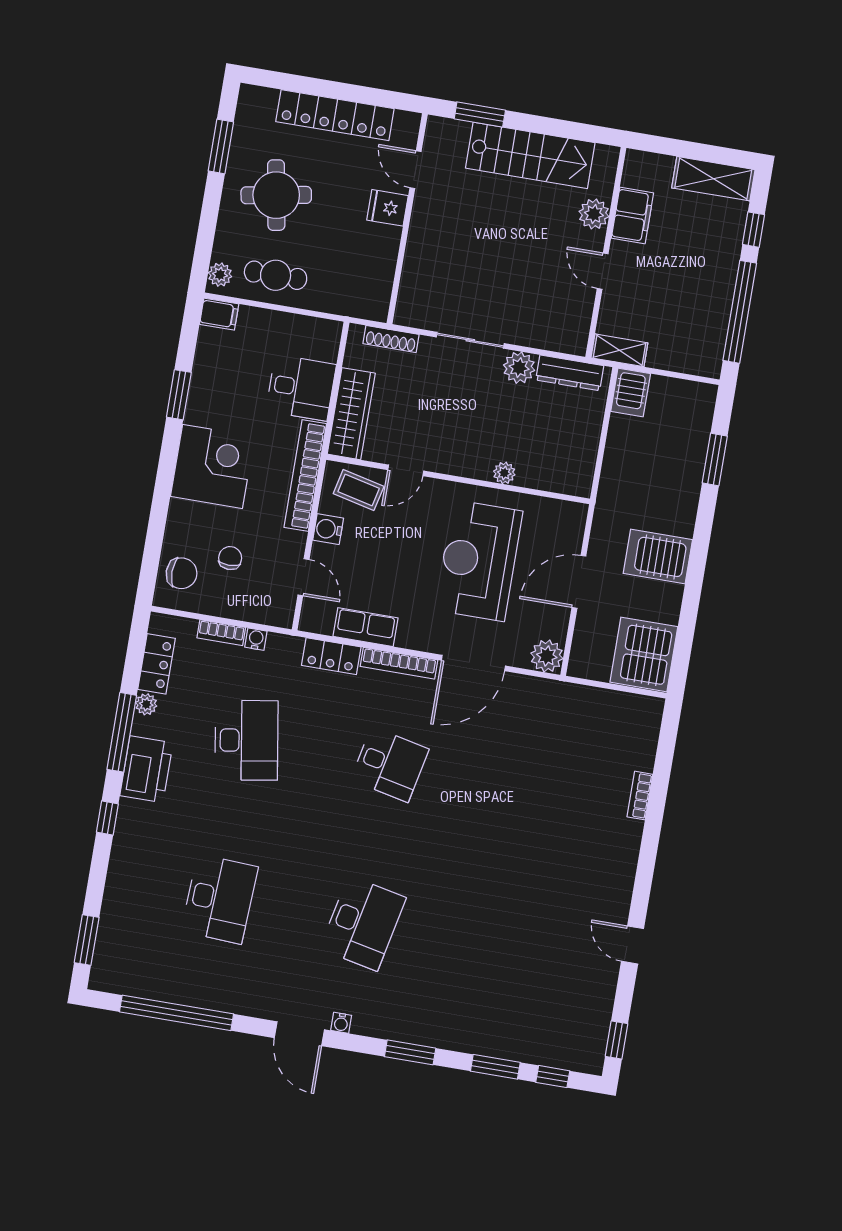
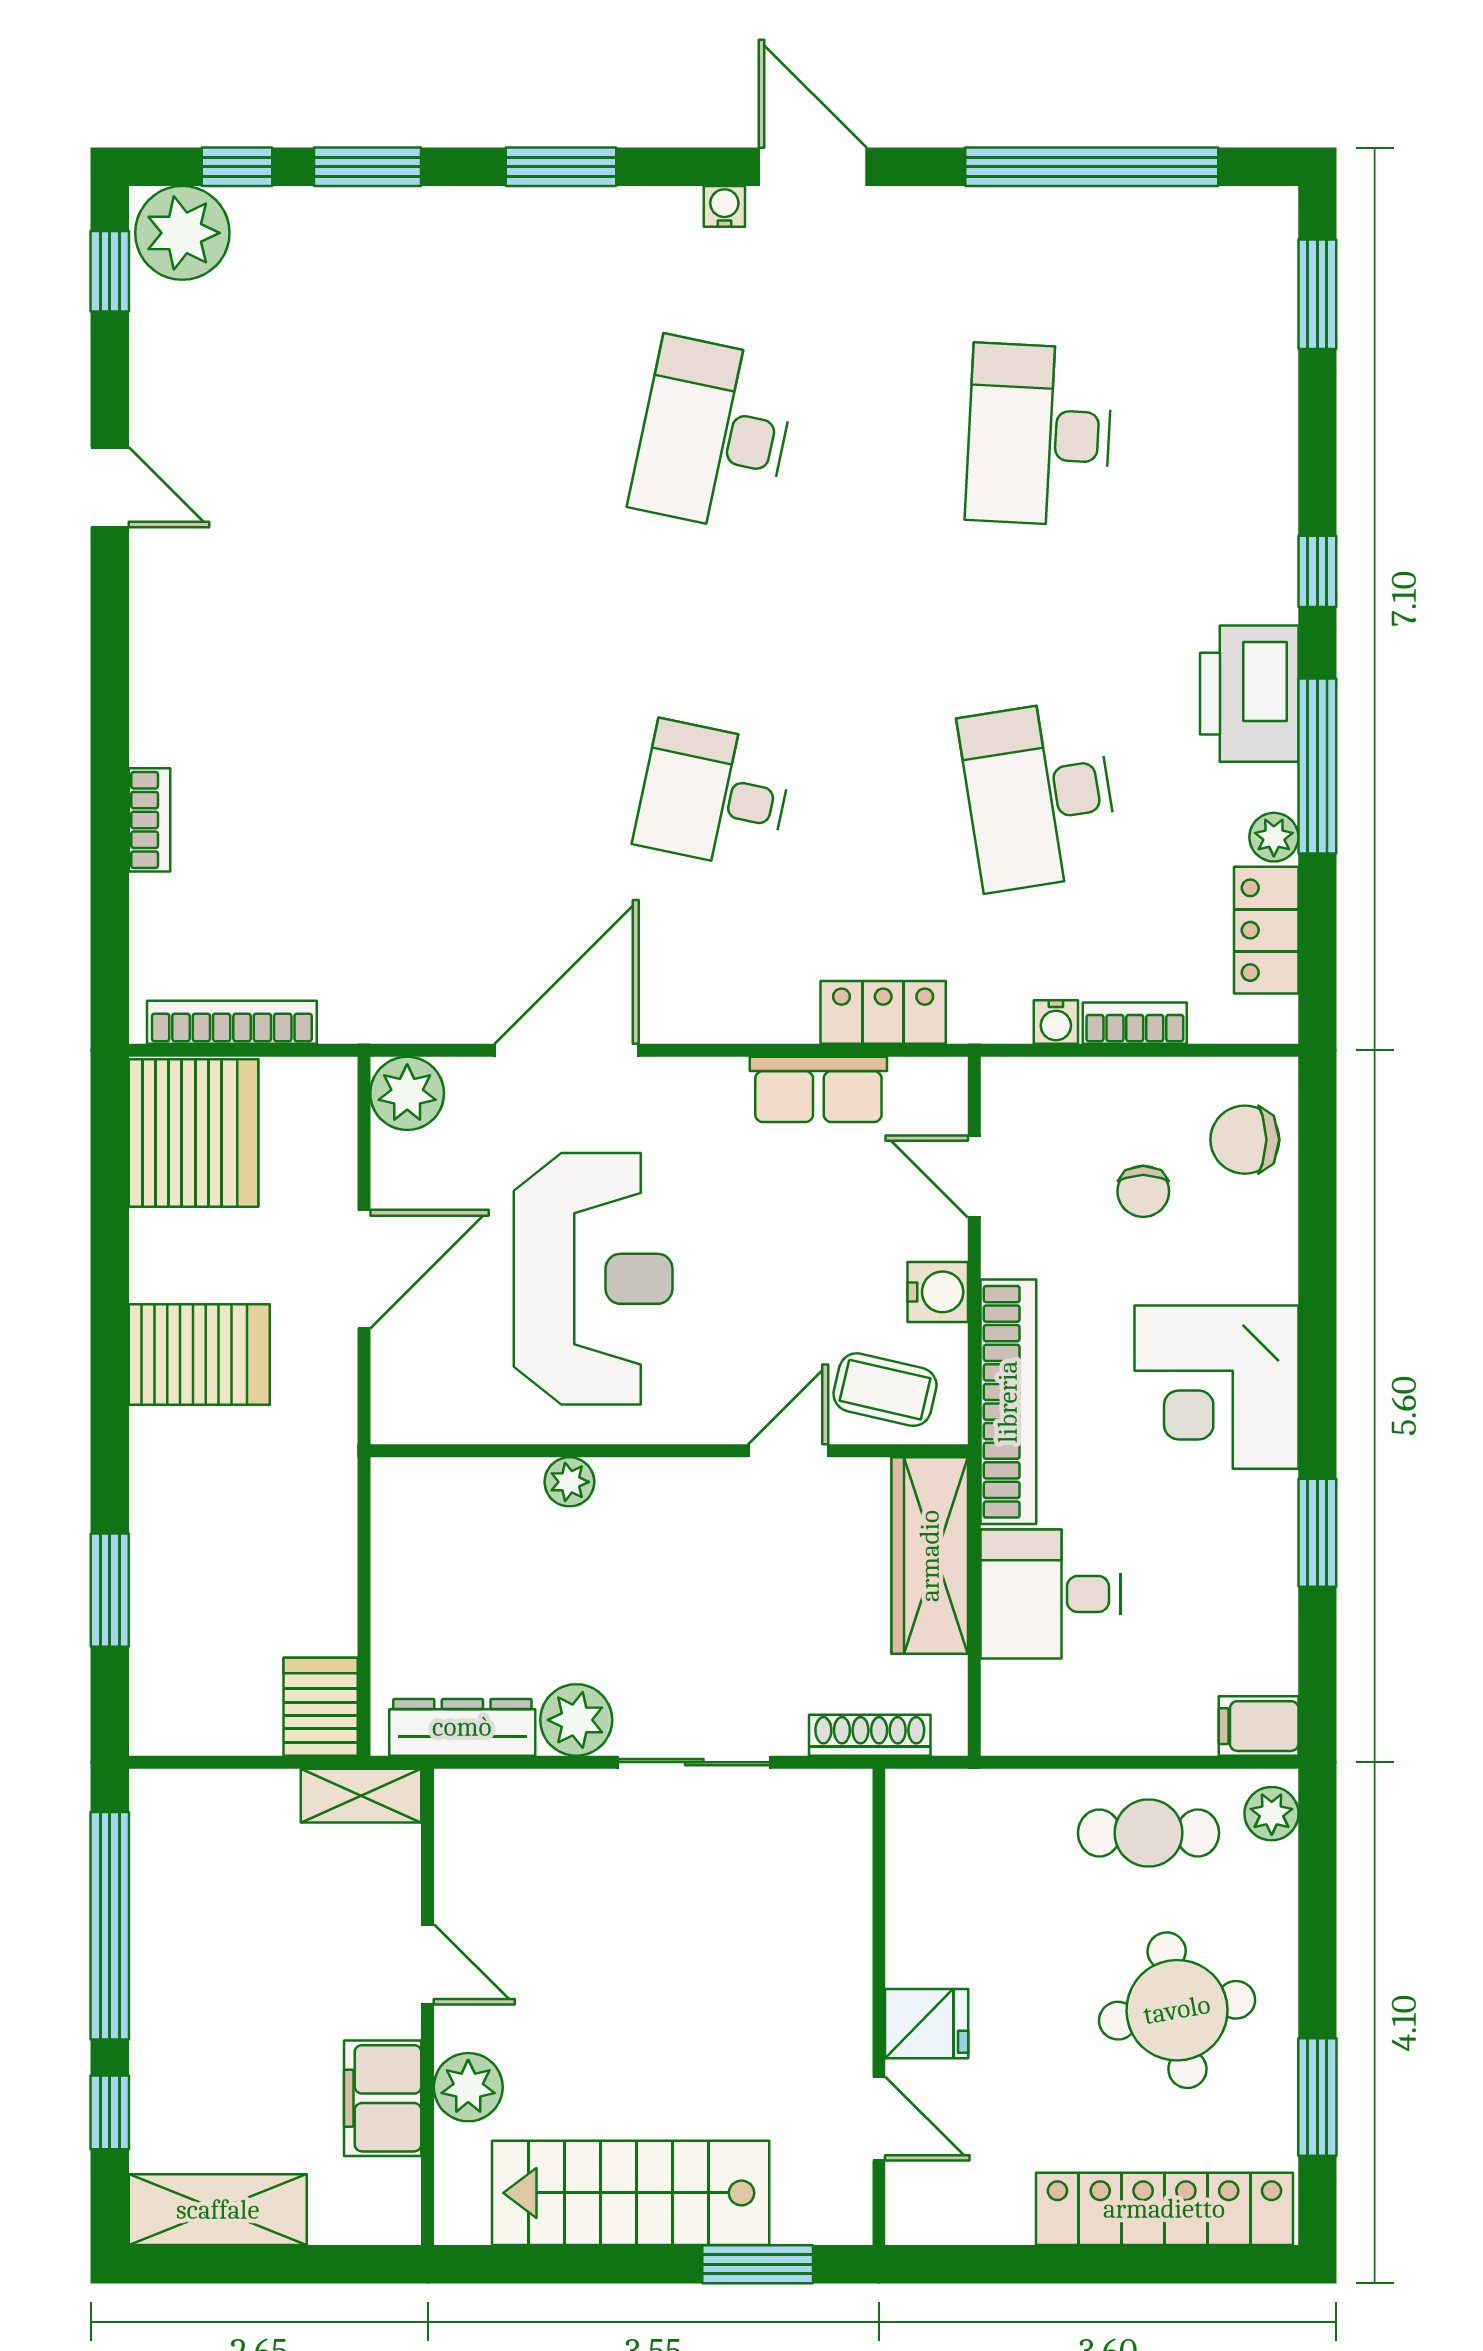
locker: (335, 115) -> (1164, 2209), moved
bookcase: (399, 663) -> (232, 1022), moved
plant: (582, 1051) -> (182, 233), added

